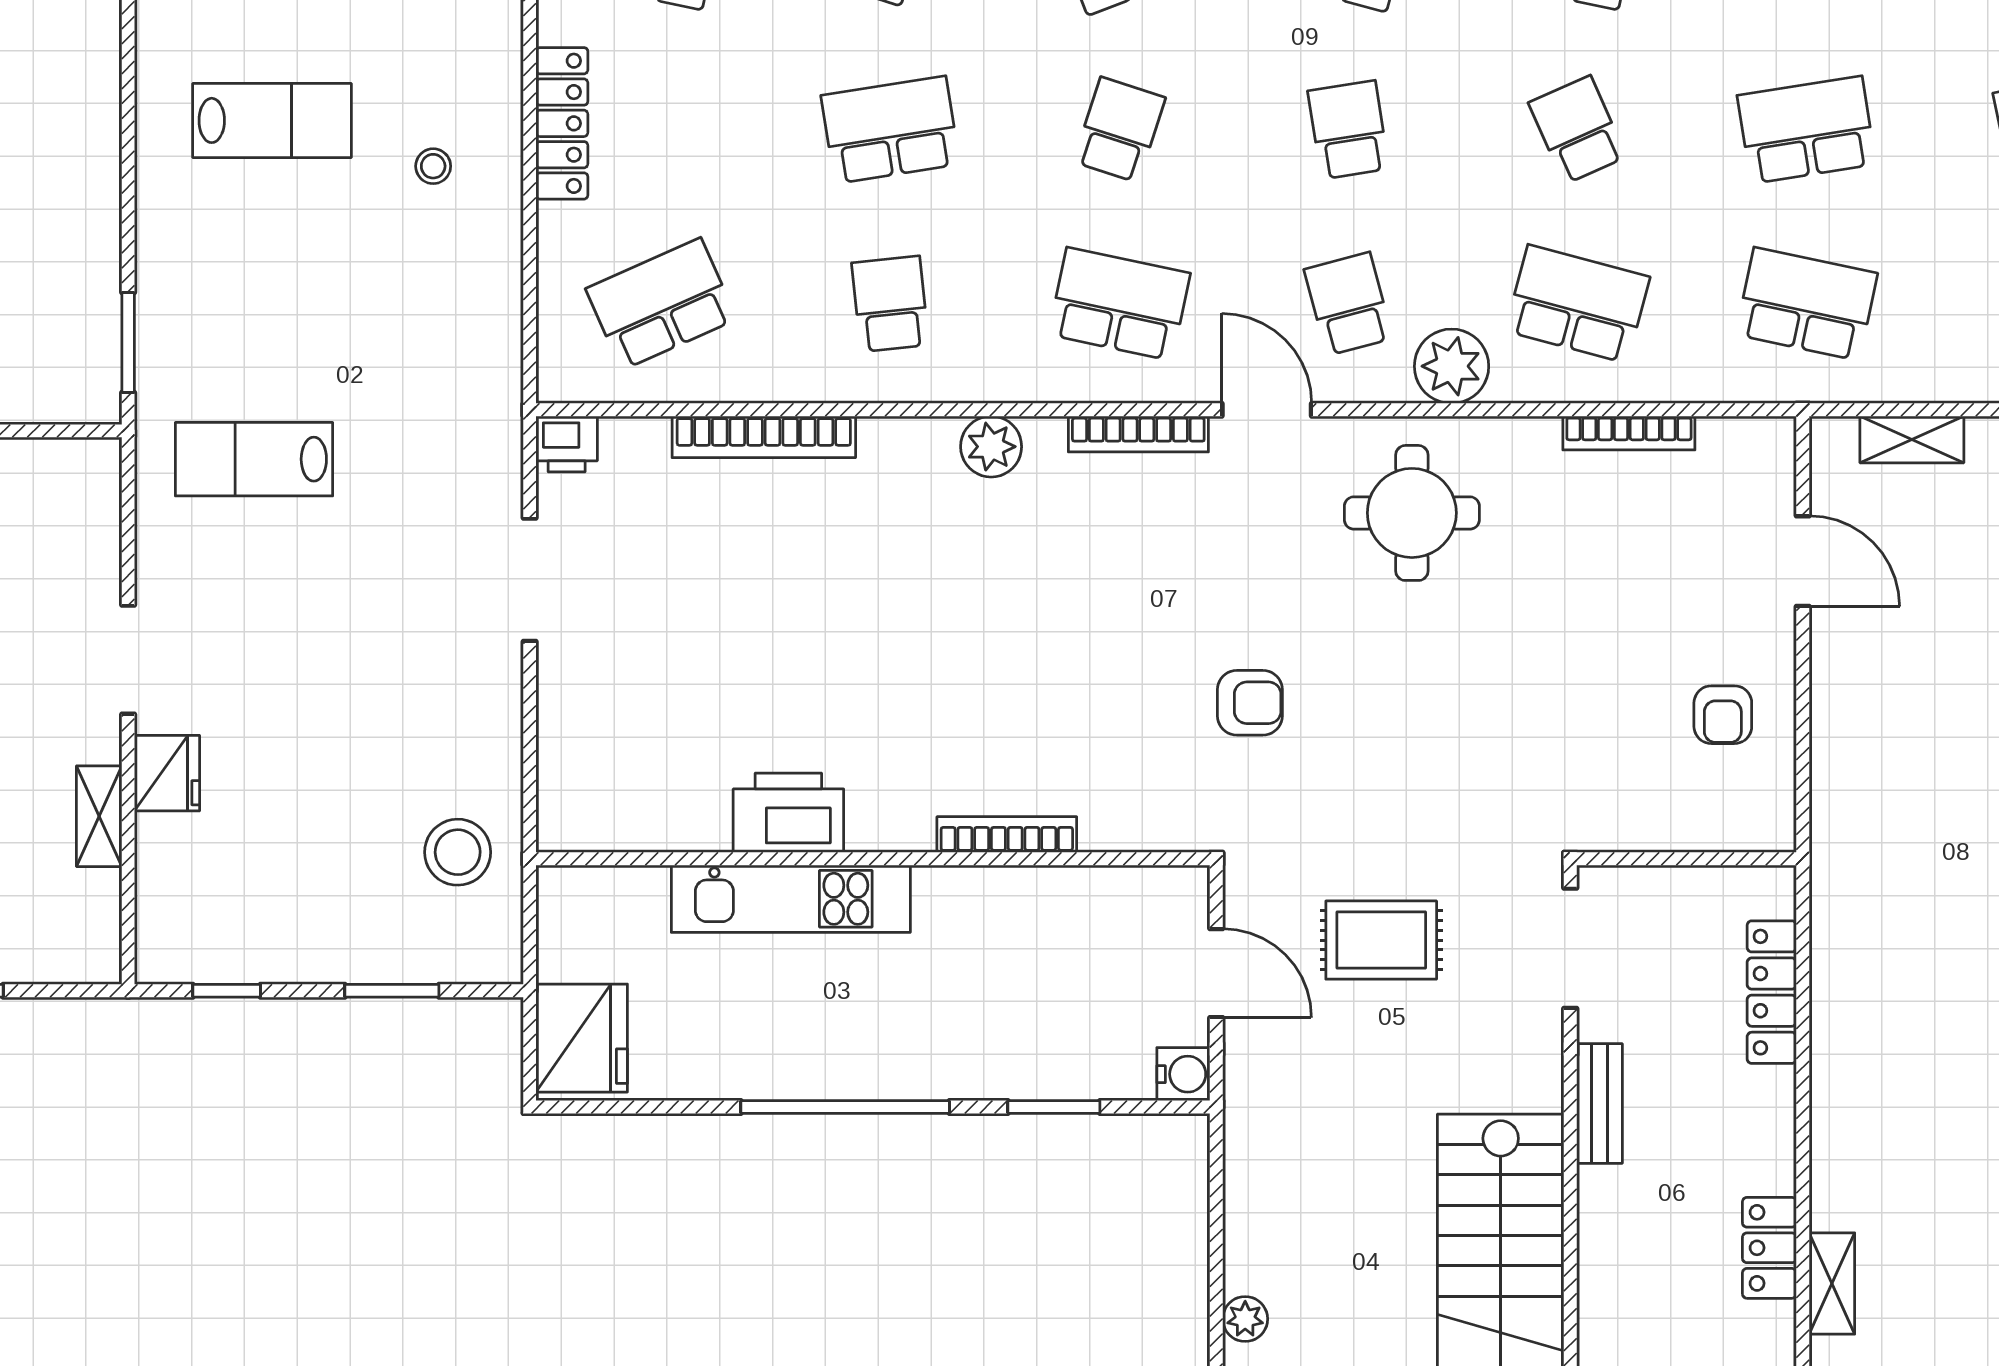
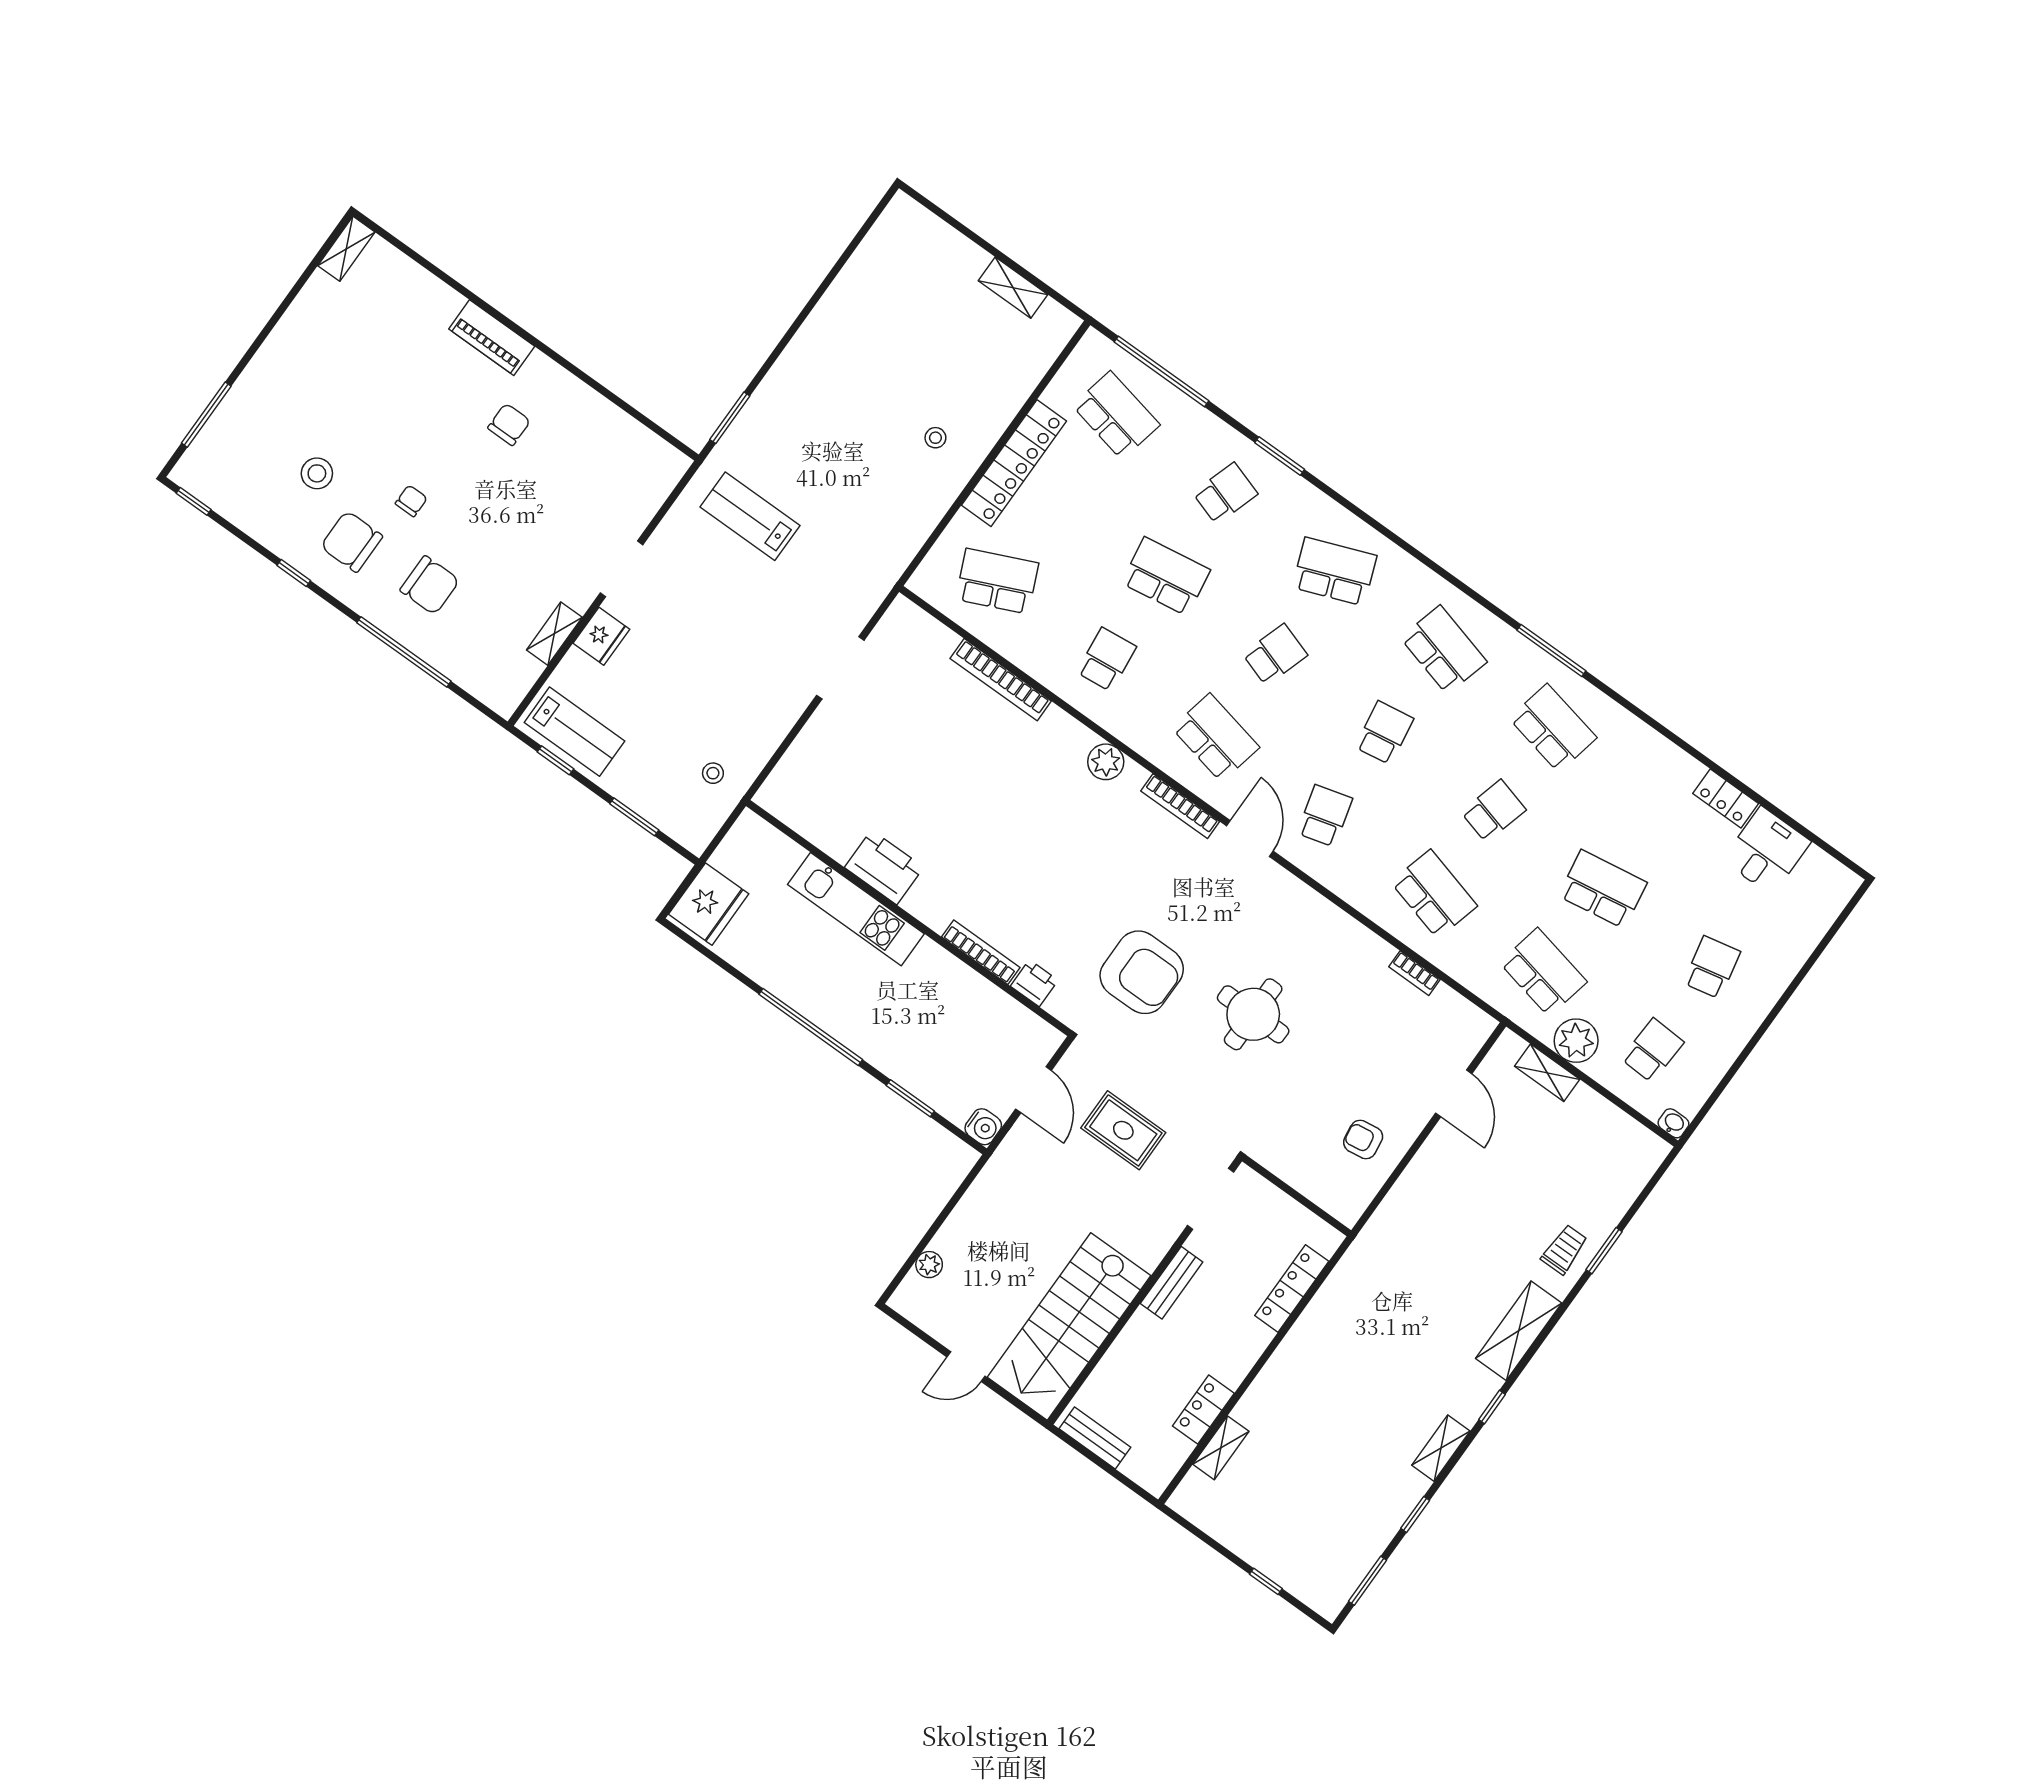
lab bench: (272, 120) -> (574, 732), moved
locker: (562, 123) -> (1014, 463), width x1.41, depth x1.21
school desk: (1577, 130) -> (1493, 811), turned 39
plant: (1452, 366) -> (1576, 1041), moved
bookcase: (1629, 433) -> (1414, 973), width x0.64
printer: (567, 444) -> (1034, 983), moved, turned 180
round table: (1412, 513) -> (1253, 1014), moved
armchair: (1250, 703) -> (1142, 972), width x1.88, depth x1.88
armchair: (1723, 715) -> (1363, 1139), turned 82
stool: (458, 852) -> (713, 773), width x0.53, depth x0.53

